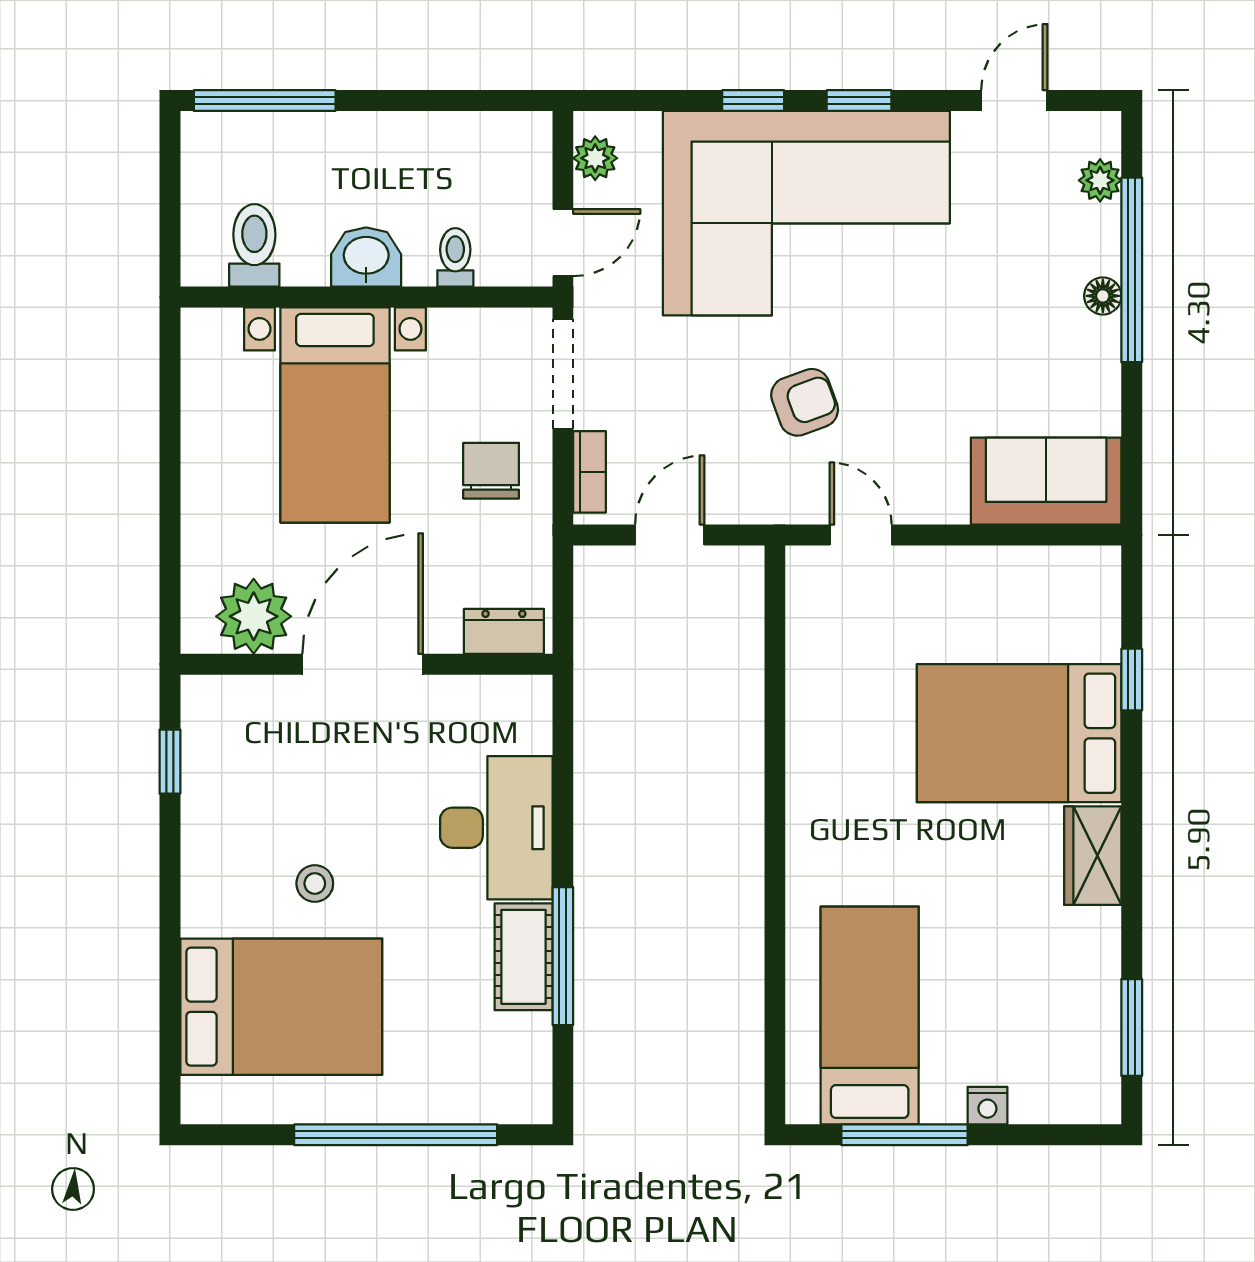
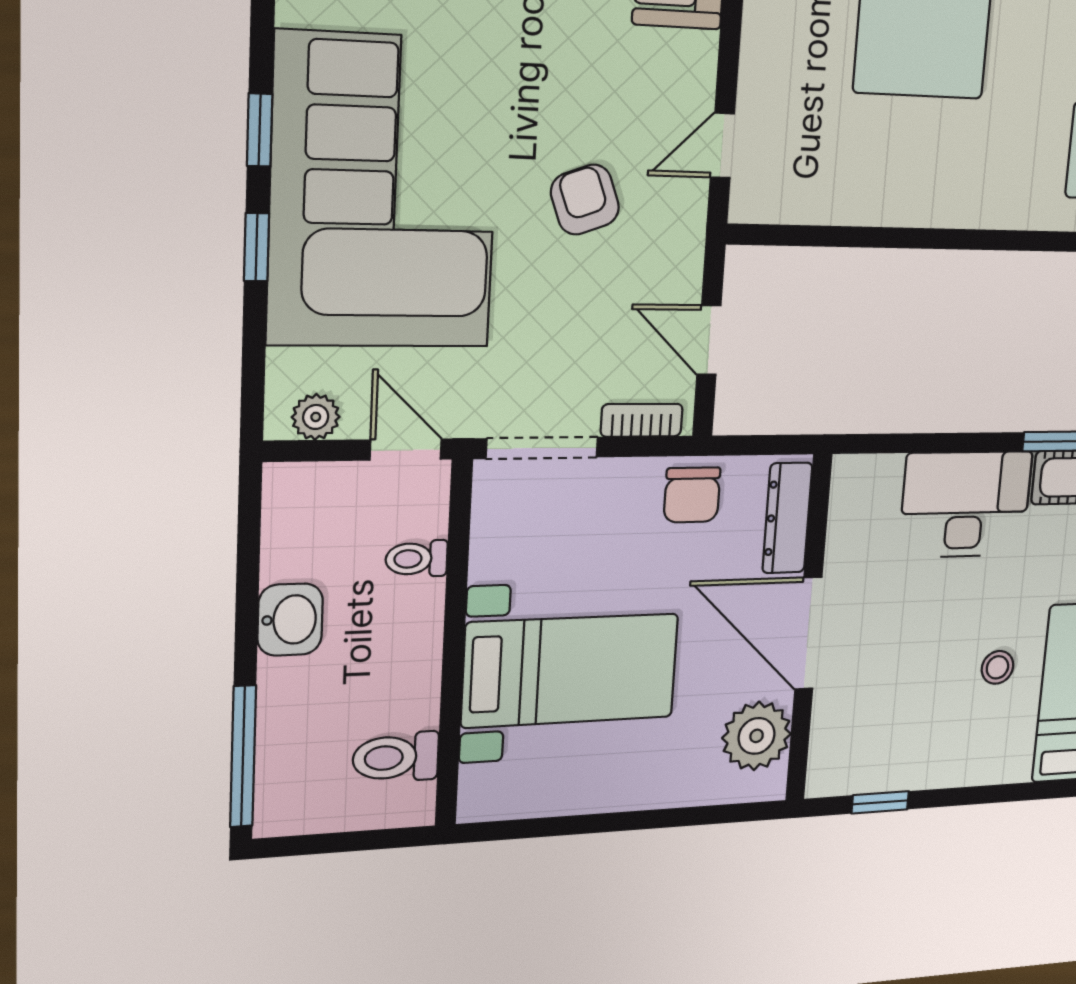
washbasin: (366, 257) -> (290, 620), moved, turned 180
chair: (491, 471) -> (692, 495), moved, turned -90
dresser: (504, 631) -> (787, 518), width x1.44

